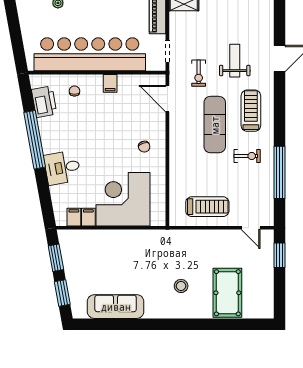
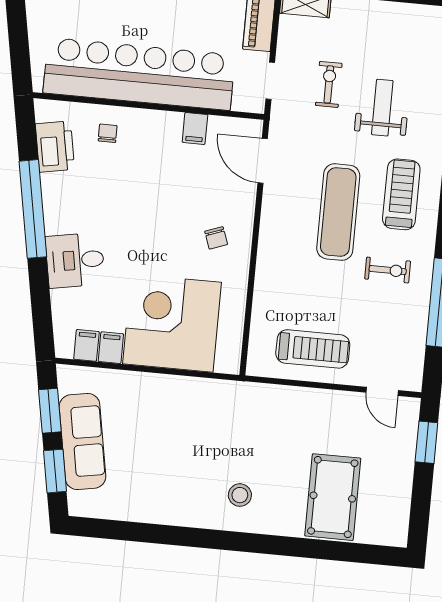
exercise bike: (199, 73) -> (329, 84), moved, turned 180
filing cabinet: (110, 83) -> (195, 128), moved
stool: (181, 286) -> (240, 495), moved
sofa: (116, 307) -> (82, 442), moved, turned 80

